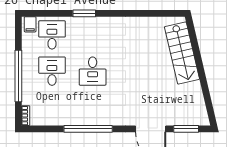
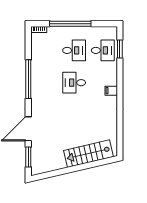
window: (84, 13) -> (120, 49), moved
filing cabinet: (30, 24) -> (111, 91), moved

